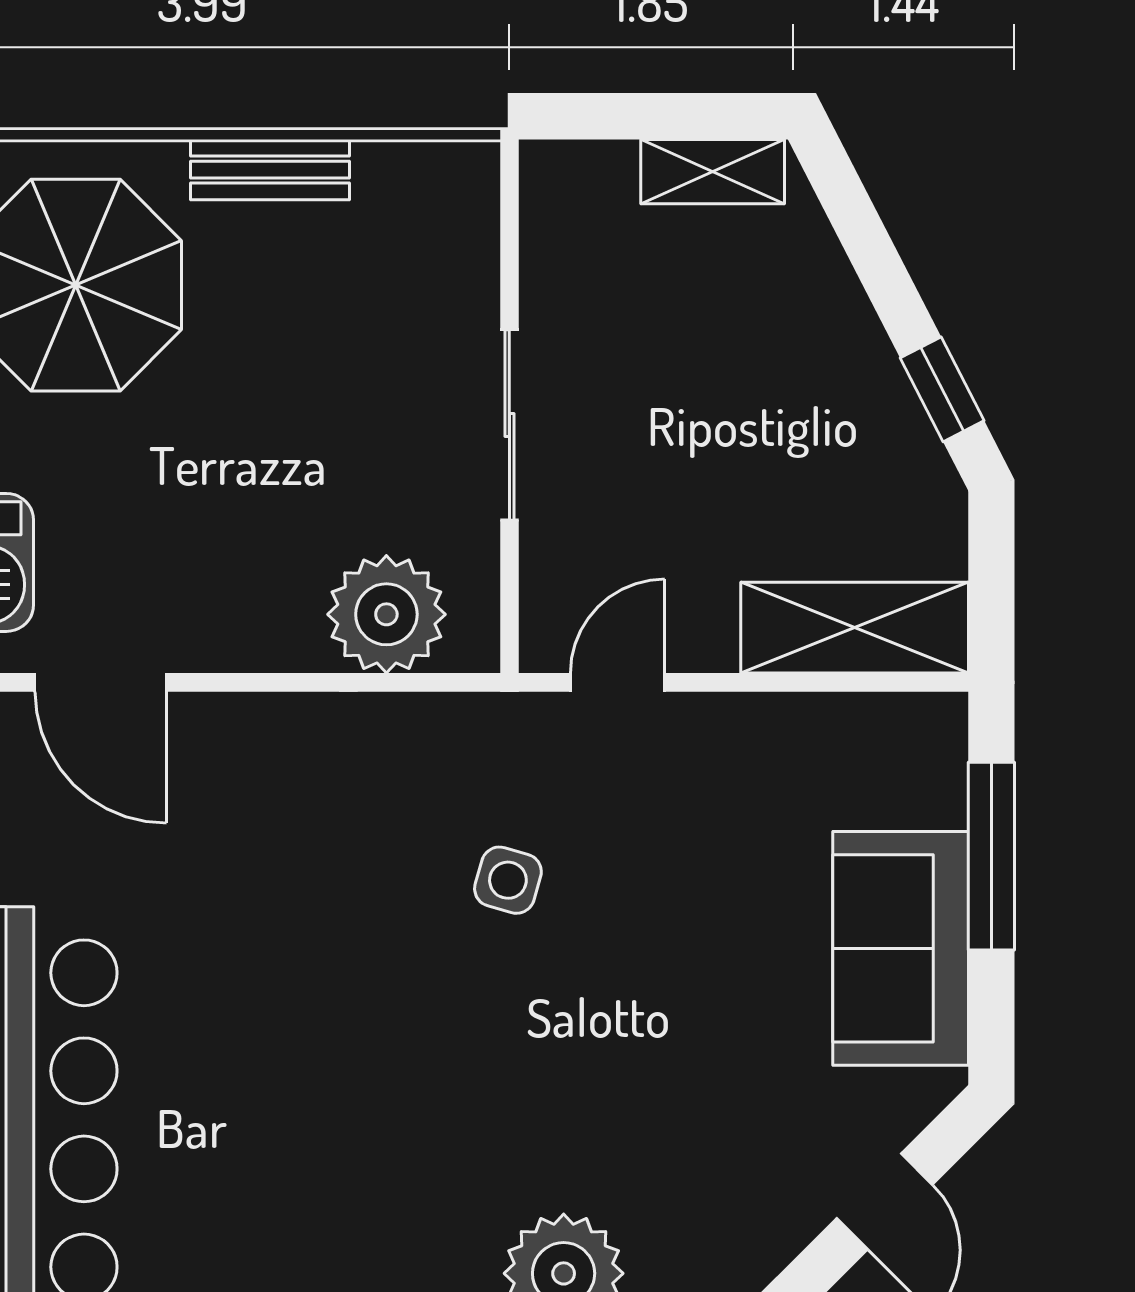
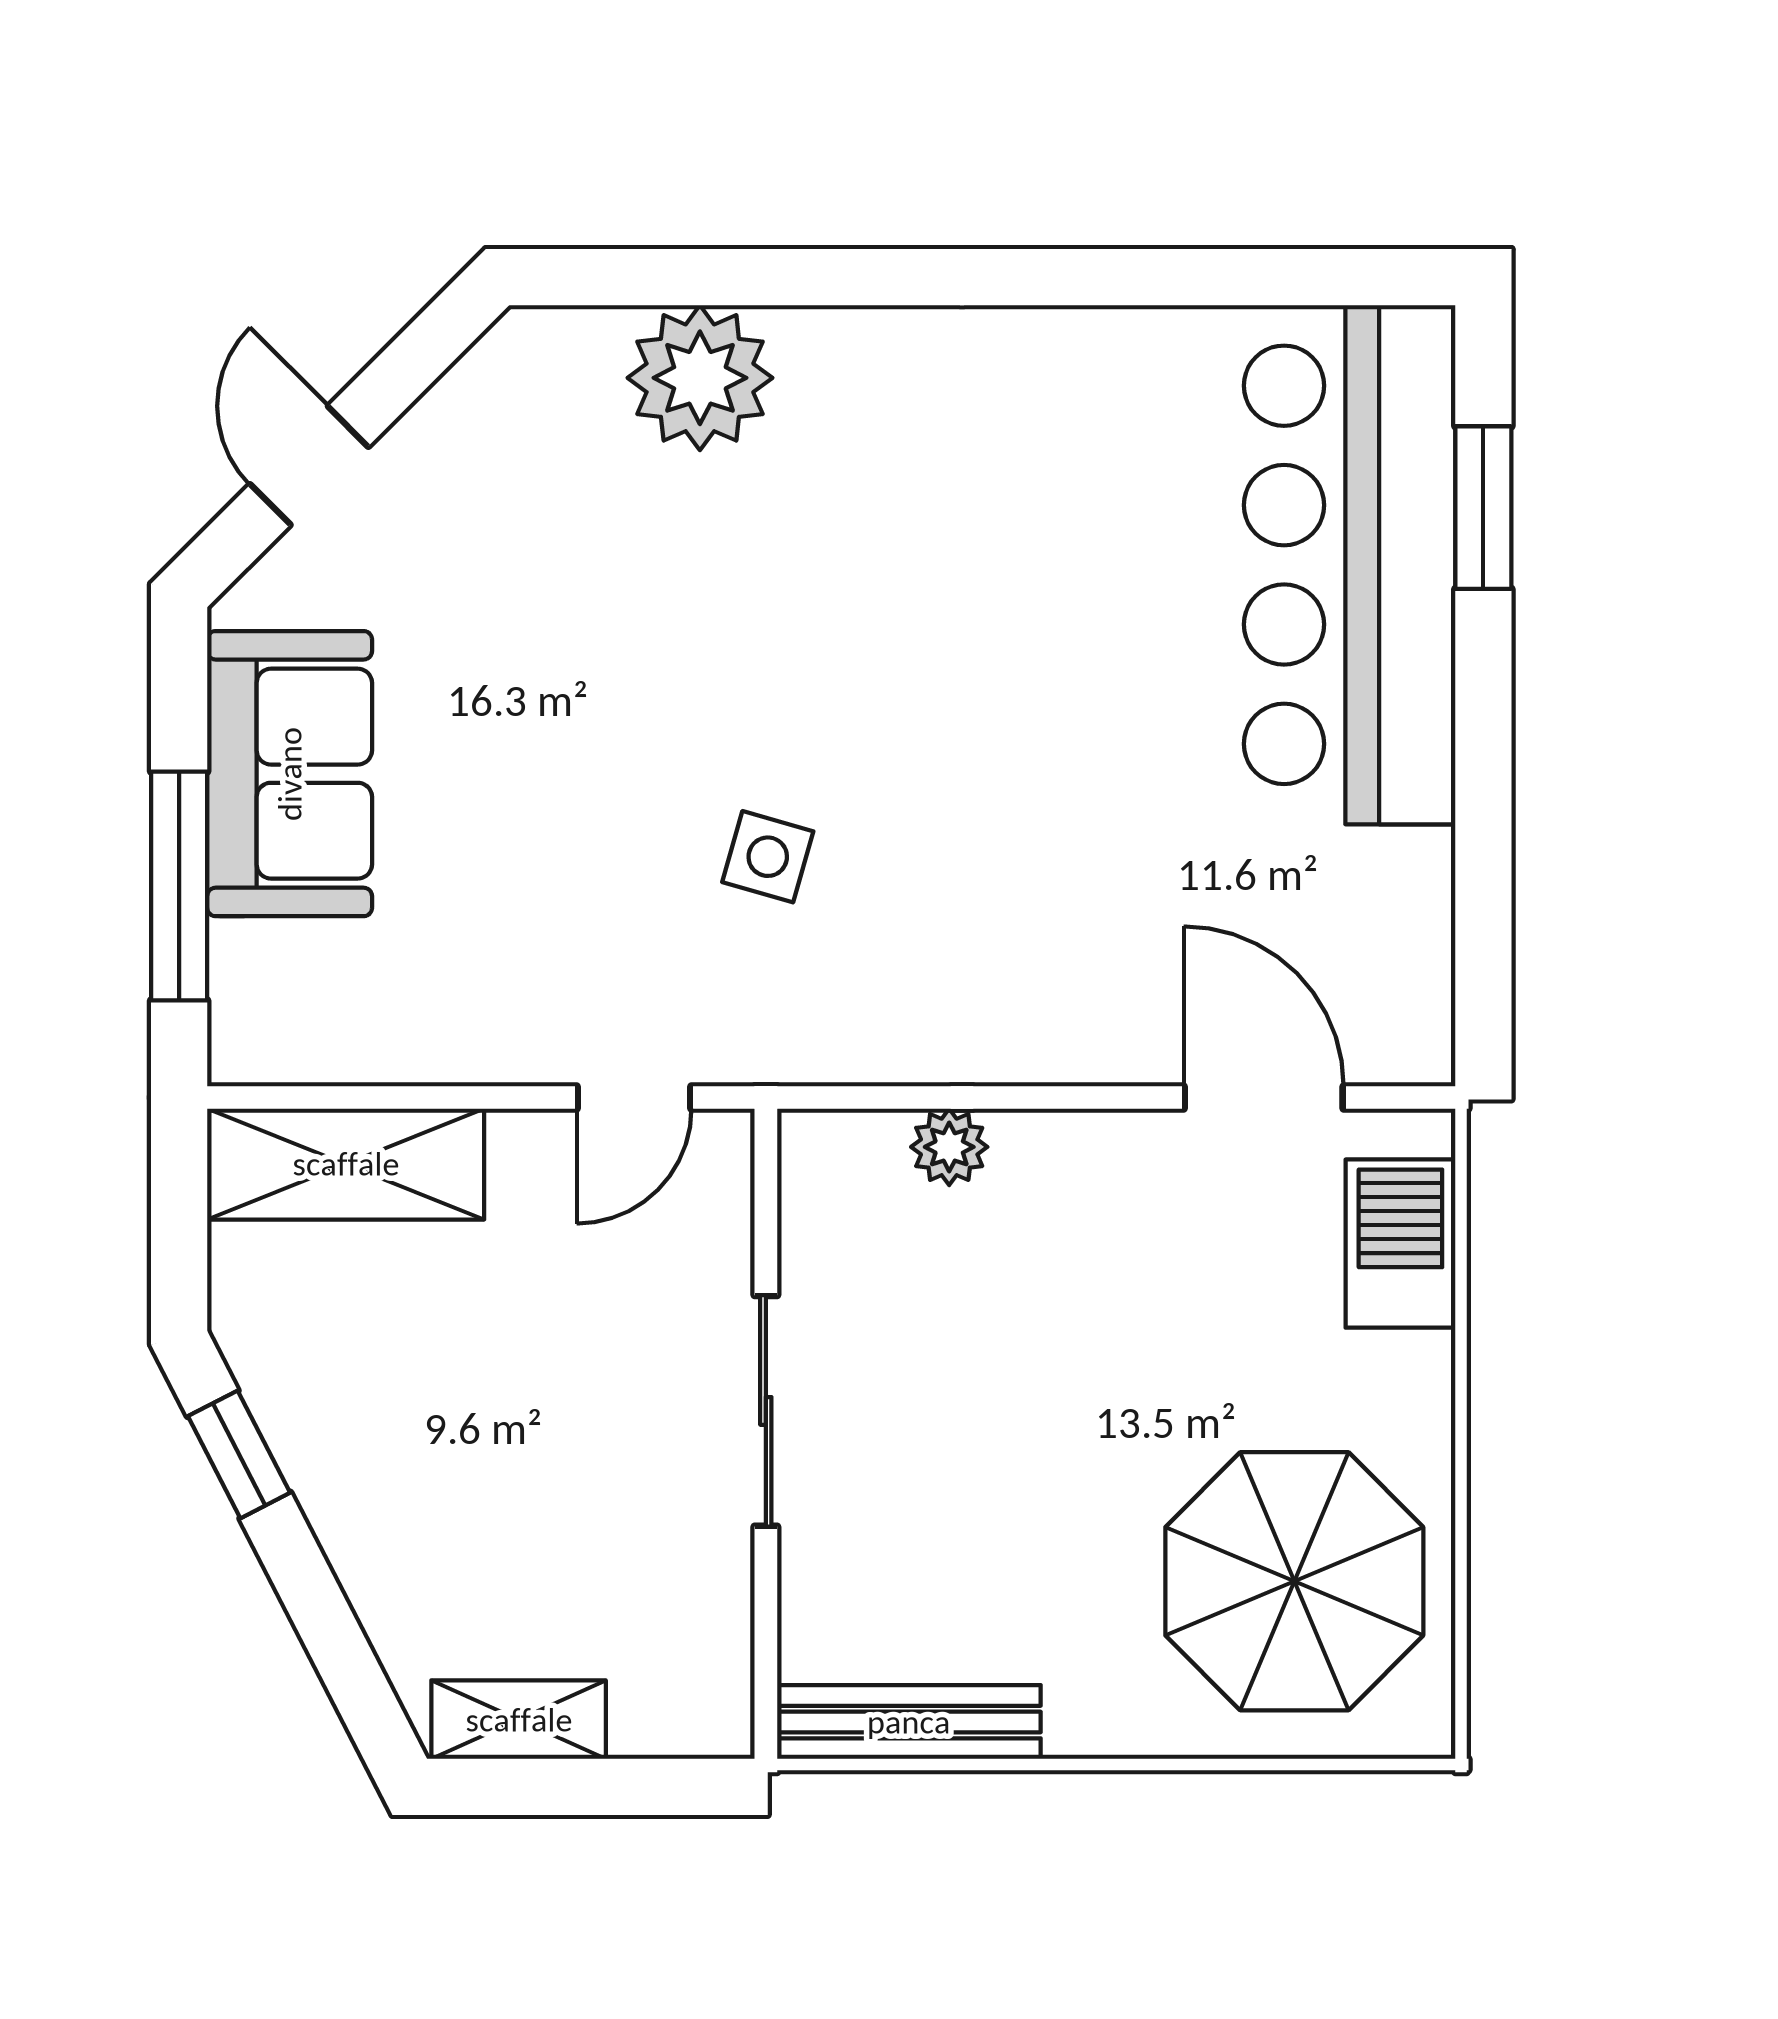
bench: (270, 170) -> (909, 1722), moved, width x1.36
plant: (386, 614) -> (949, 1147), width x0.53, depth x0.53

